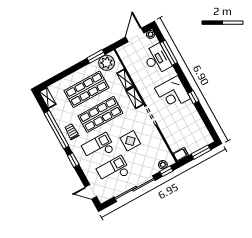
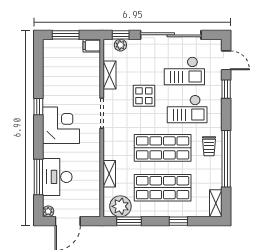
window: (65, 74) -> (178, 221), added
shelving: (135, 98) -> (110, 75), moved
window: (73, 160) -> (226, 89), moved

